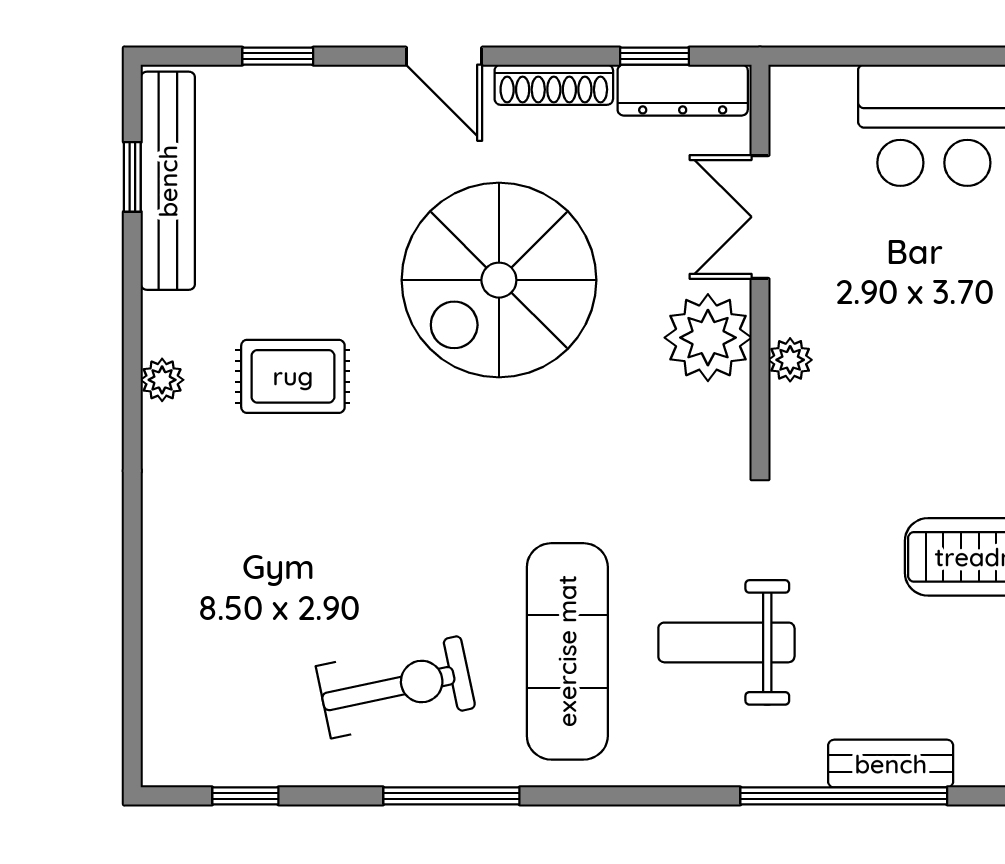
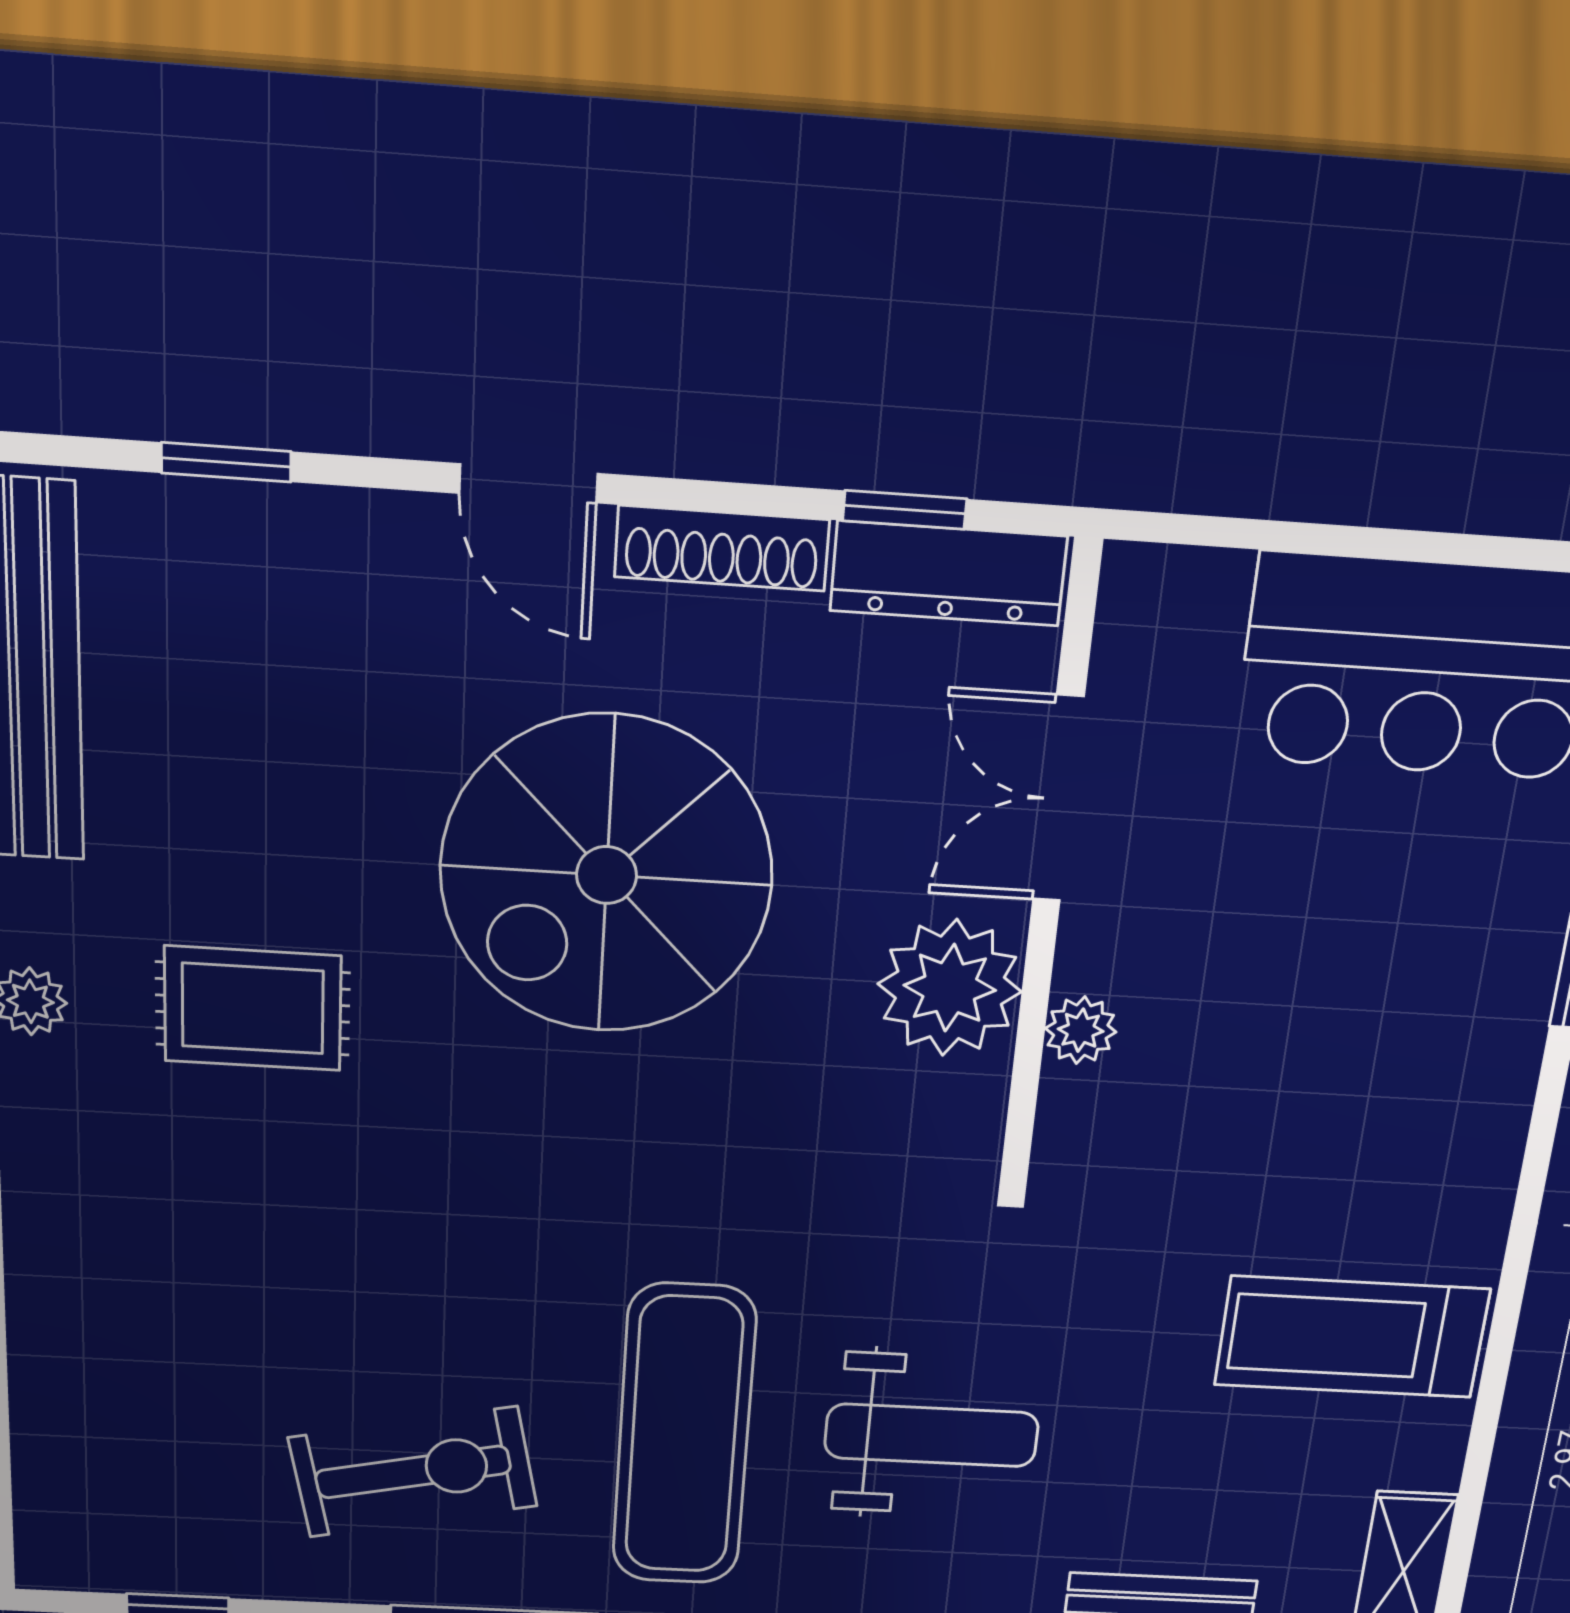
weight bench: (726, 642) -> (932, 1435), turned 180

